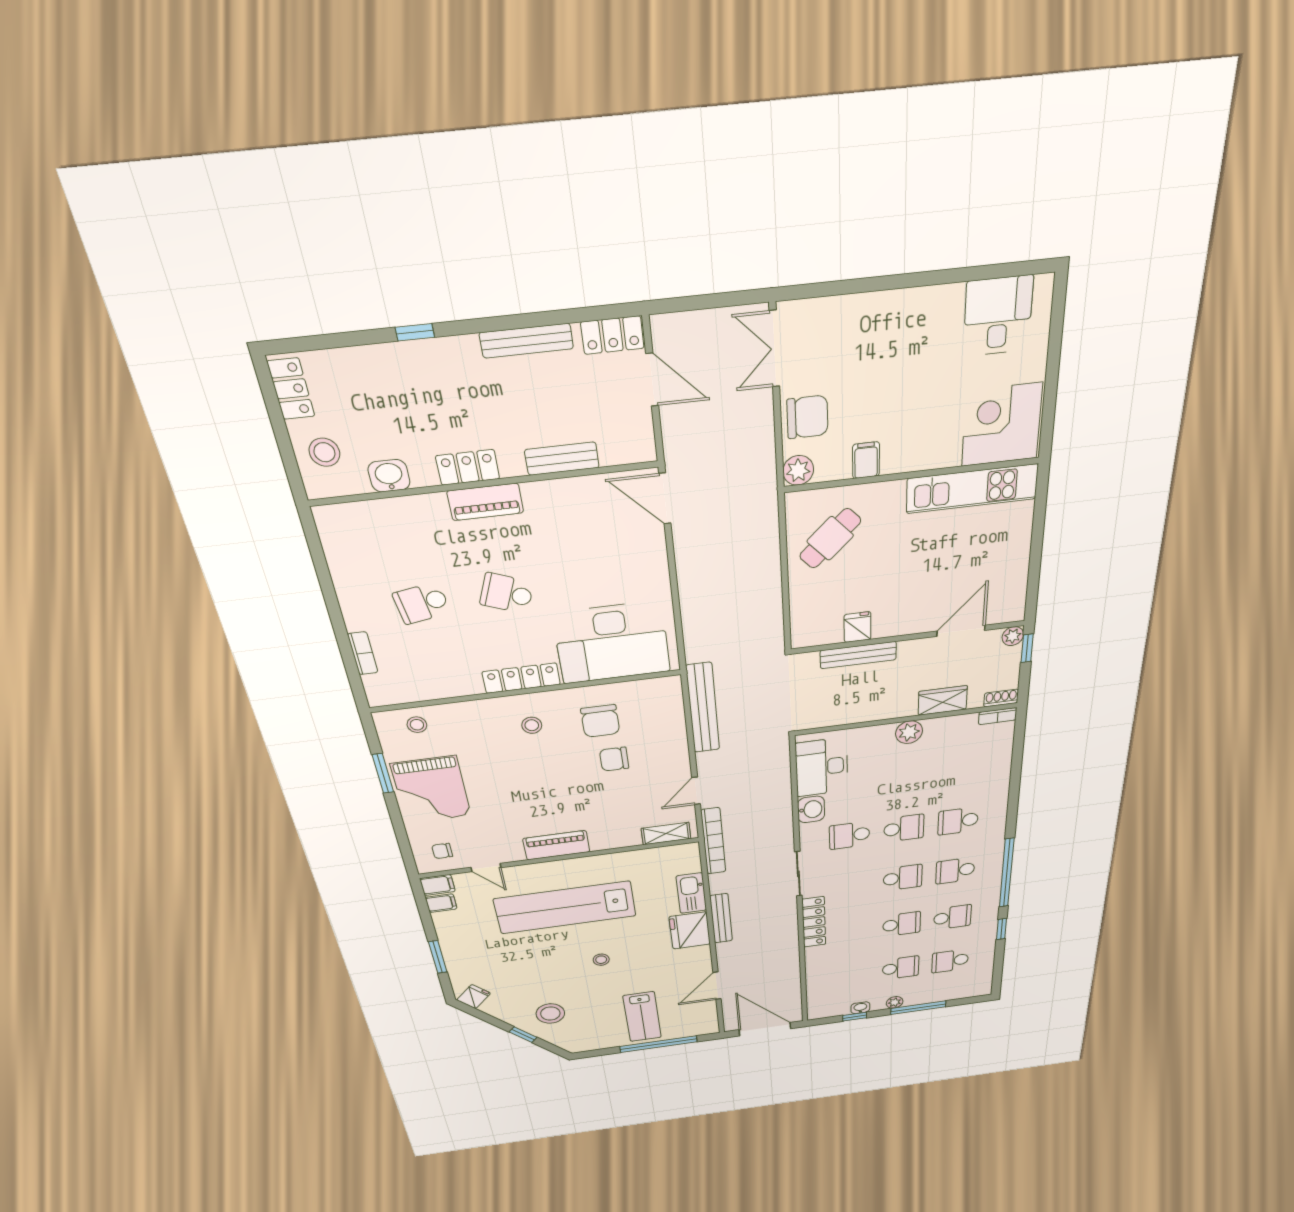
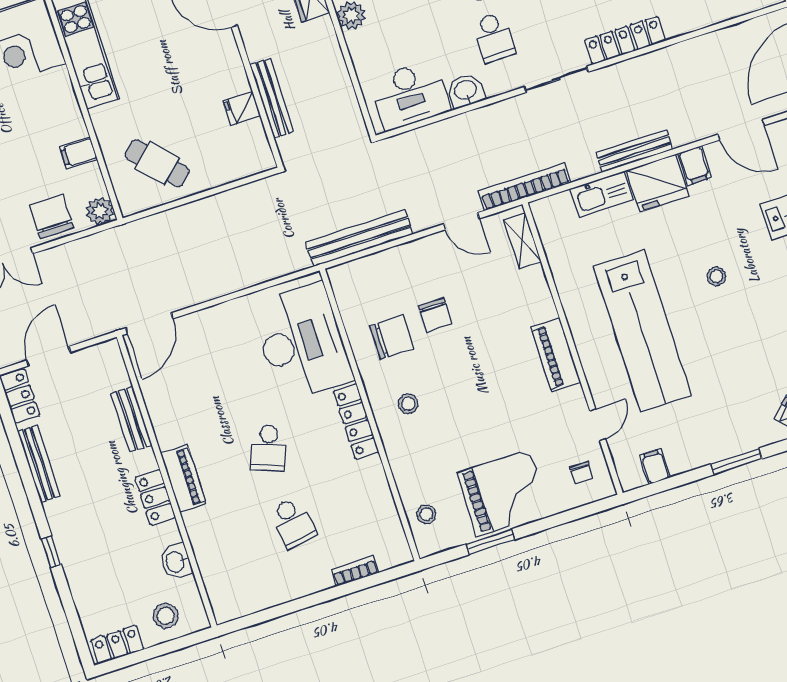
filing cabinet: (437, 885) -> (695, 166), moved, turned 180

